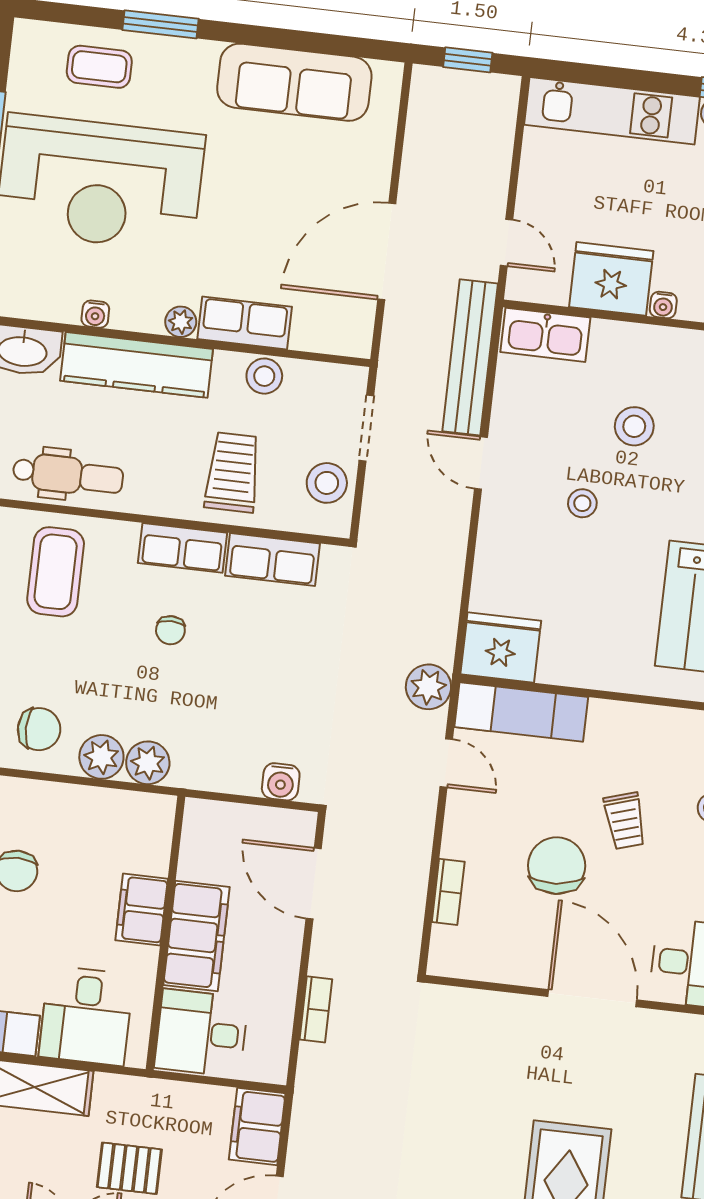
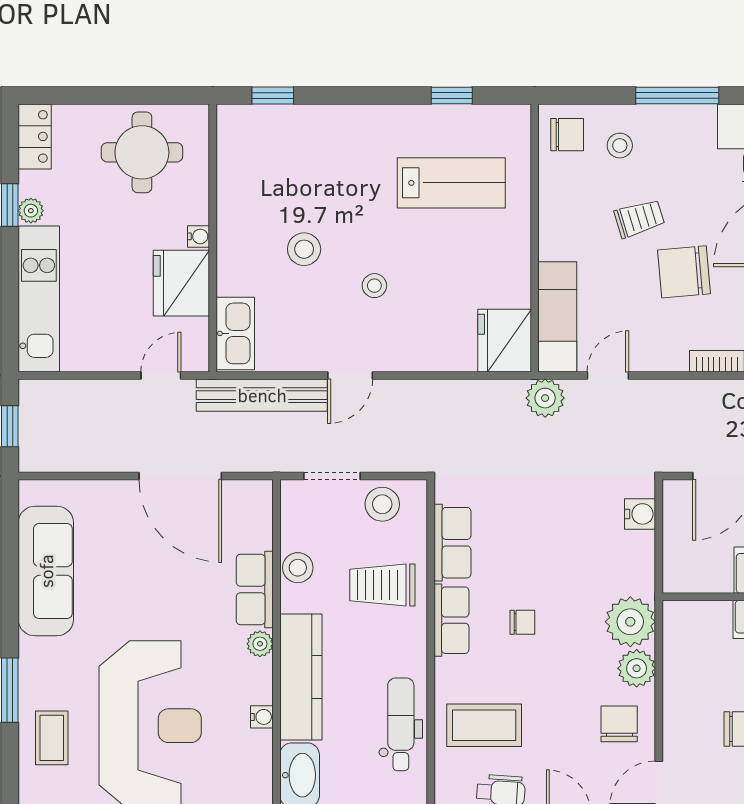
plant: (148, 763) -> (630, 622), width x1.36, depth x1.36

